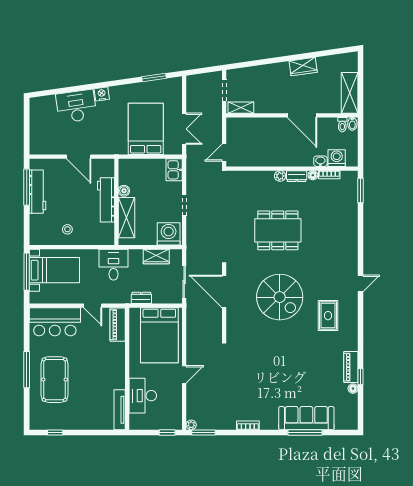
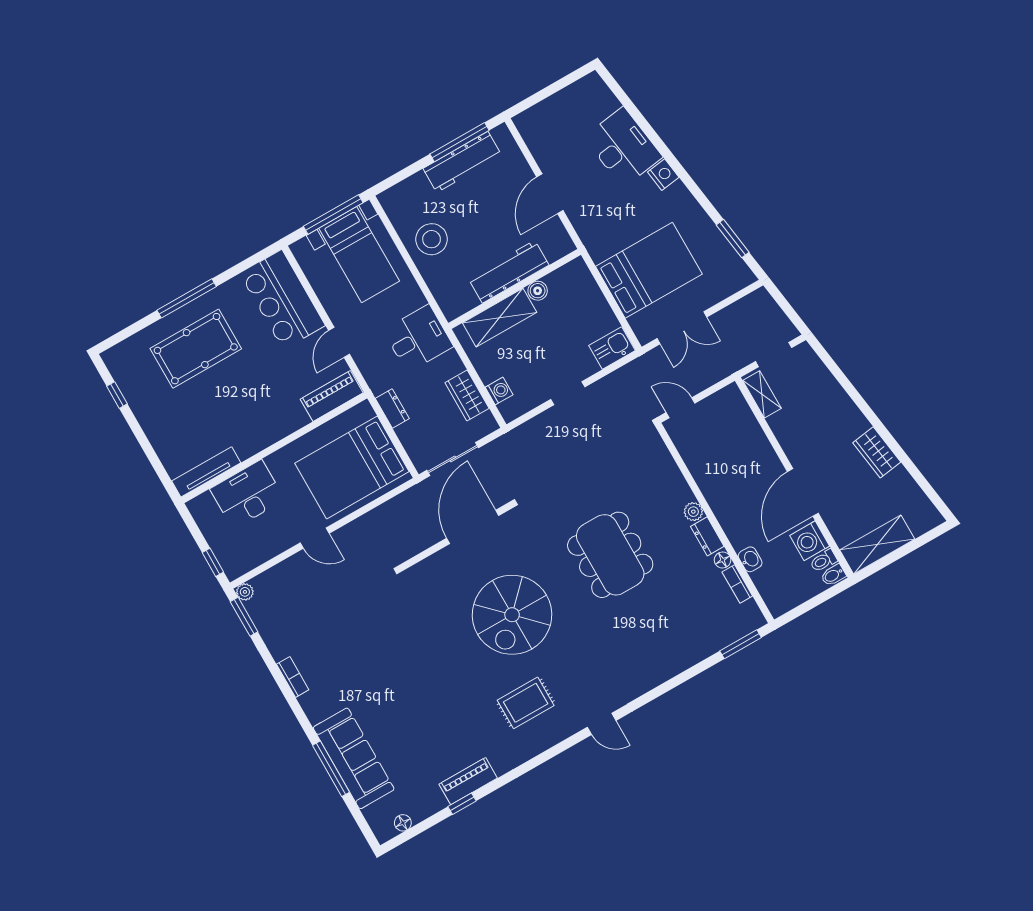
washing machine: (337, 158) -> (810, 541), moved, turned 180
stool: (67, 229) -> (432, 239), width x1.89, depth x1.89
washing machine: (169, 234) -> (499, 391), width x0.53, depth x0.53
floor lamp: (353, 389) -> (403, 823), moved

